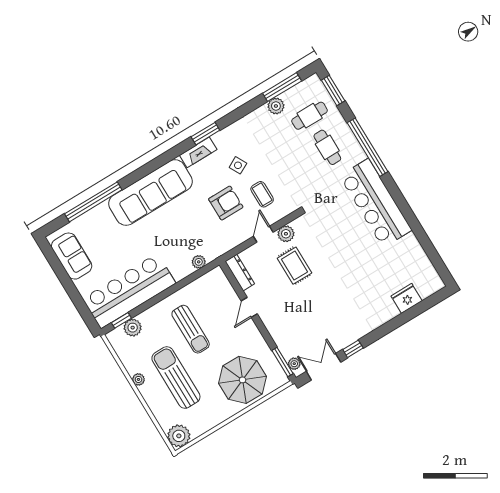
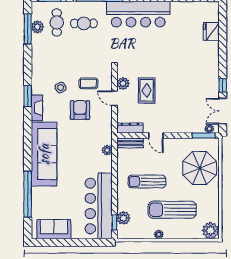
plant: (276, 106) -> (37, 27), moved
rug: (294, 266) -> (147, 90), turned 90
bench: (223, 283) -> (130, 143), added
sun lounger: (191, 329) -> (147, 182), turned 180

